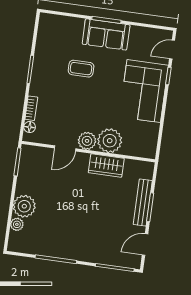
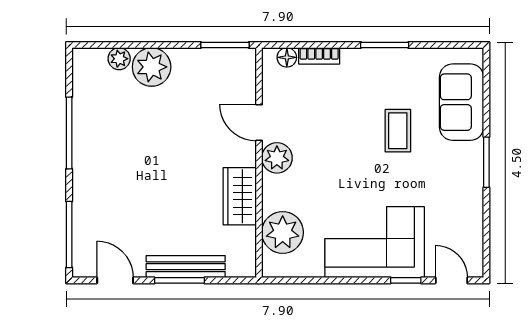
sofa: (106, 34) -> (462, 102), moved
plant: (110, 141) -> (283, 232), moved

